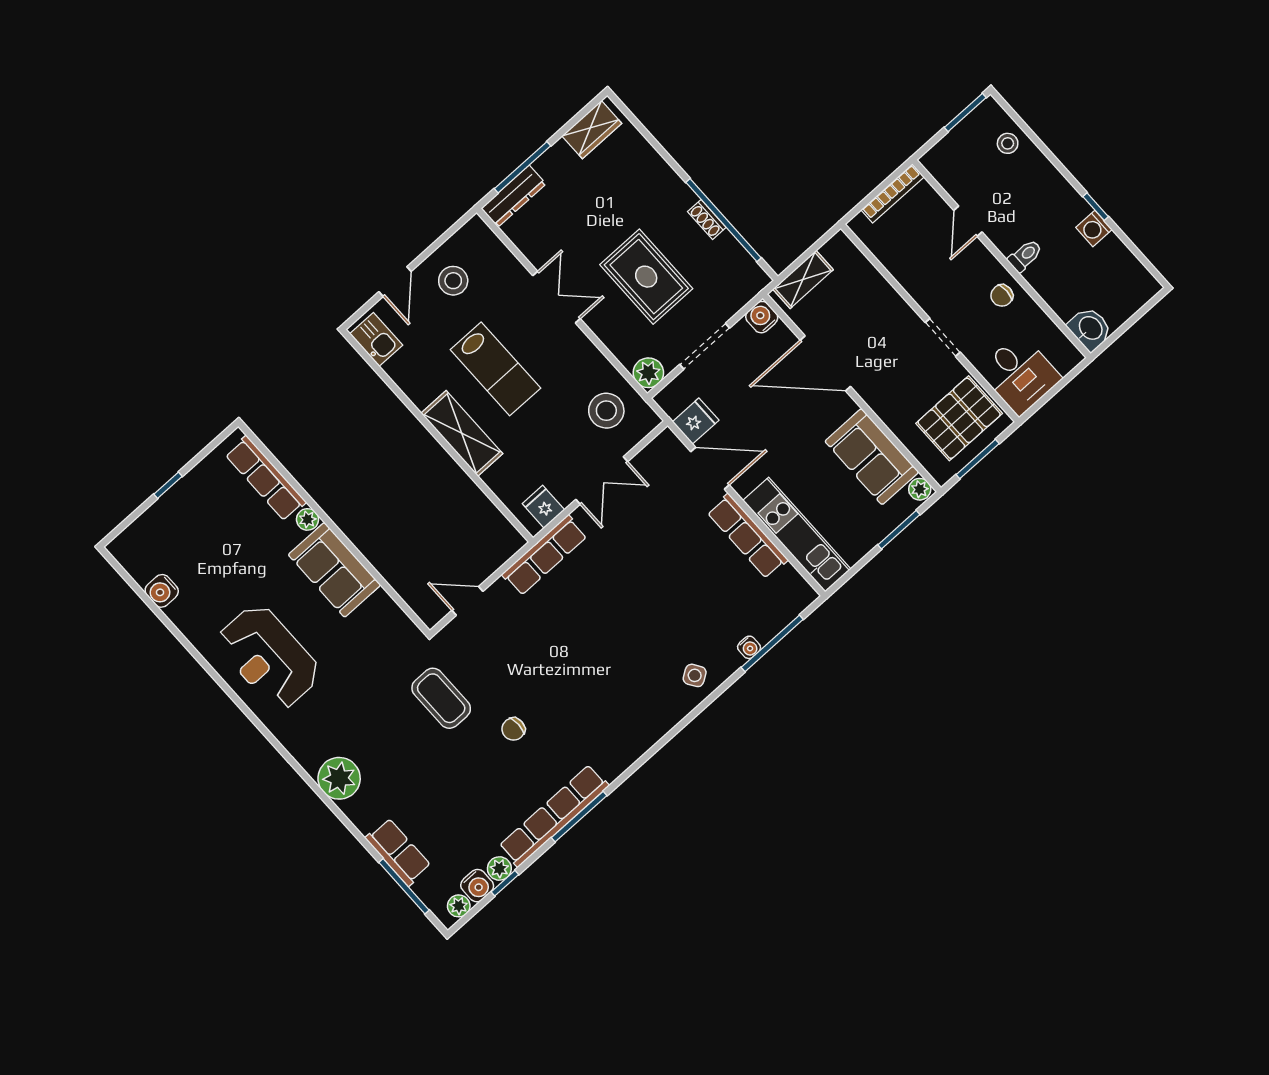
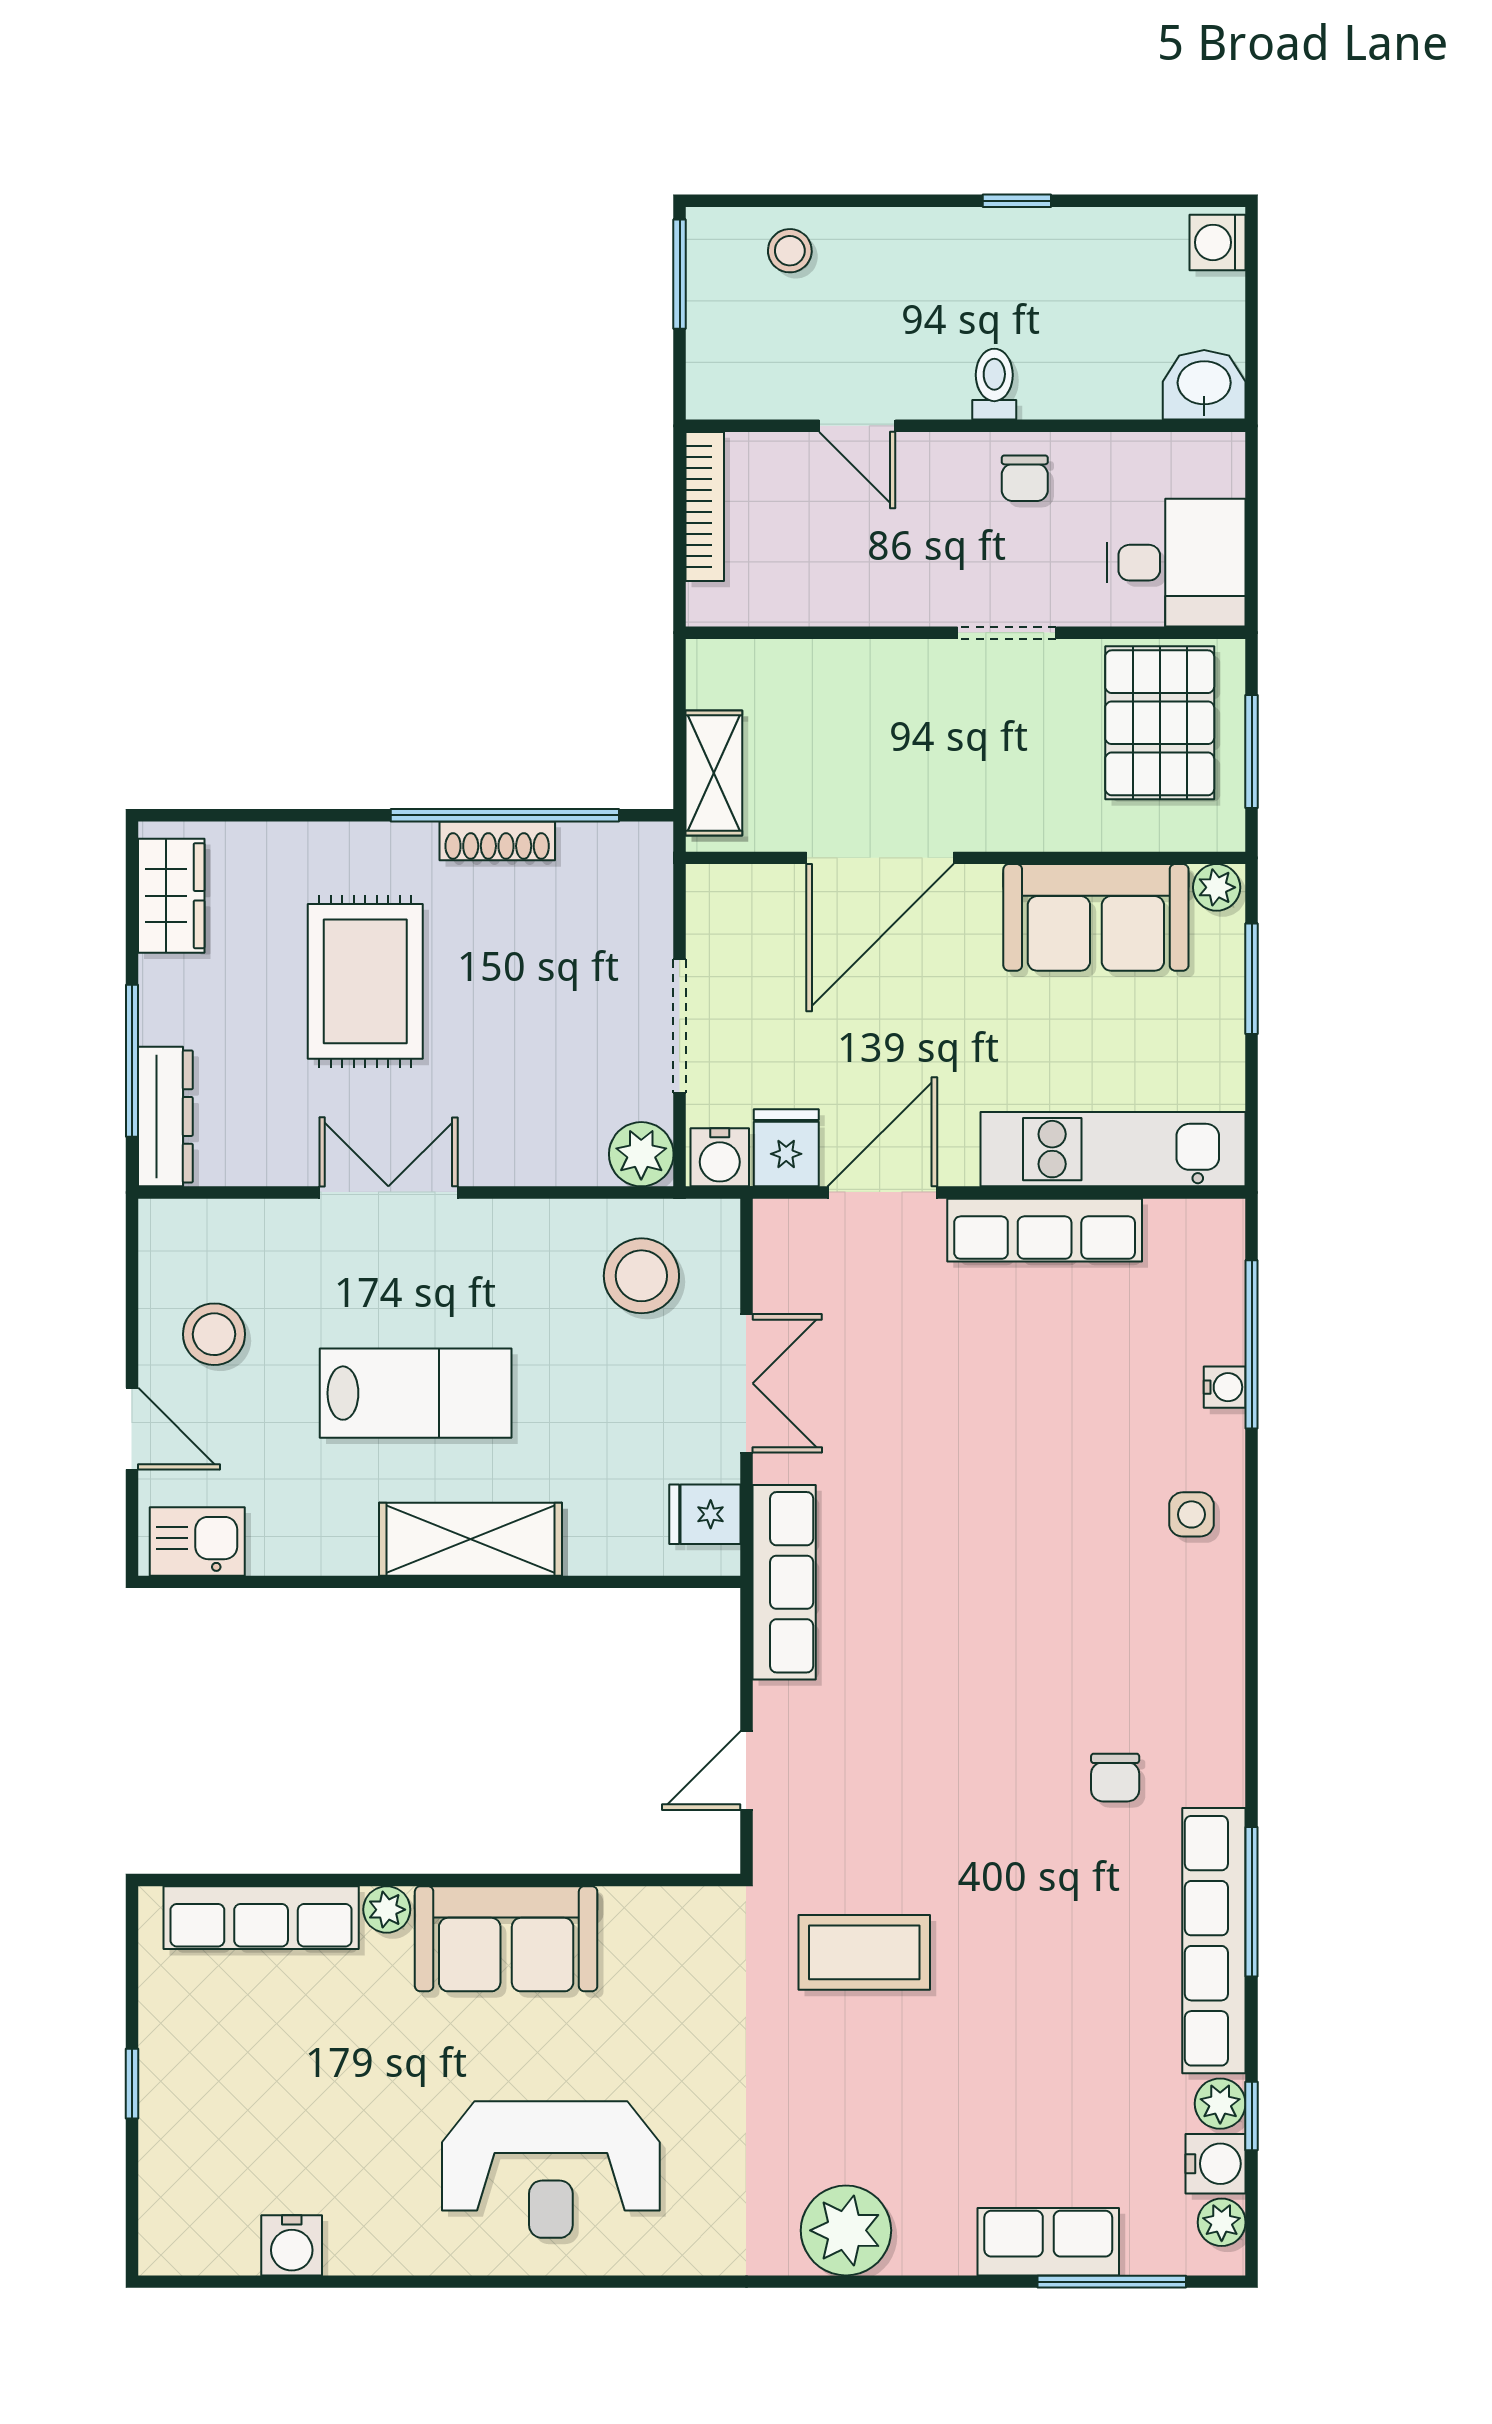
shoe rack: (707, 219) -> (497, 841), width x1.43
washing machine: (1094, 228) -> (1217, 242), moved, turned 90
rug: (646, 277) -> (365, 981), moved, turned 90
water cooler: (762, 317) -> (720, 1157), moved, turned -90
side table: (695, 675) -> (1191, 1514), turned 33
chair: (513, 729) -> (1115, 1778), moved

